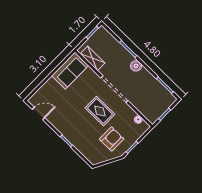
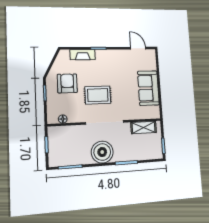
boiler: (136, 66) -> (102, 152), width x1.86, depth x1.86
sofa: (70, 71) -> (148, 88), moved
door: (38, 114) -> (138, 48), swing flipped
armchair: (112, 139) -> (67, 83), turned 180
fireplace: (82, 147) -> (83, 55), added

